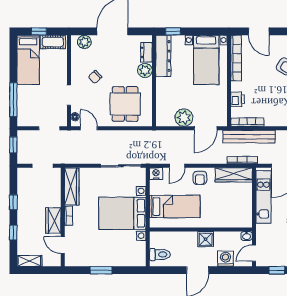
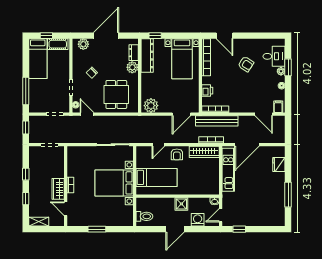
plant: (184, 118) -> (151, 106), moved
nightstand: (156, 174) -> (141, 151), removed
wardrobe: (72, 187) -> (73, 161), removed

